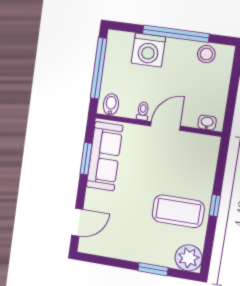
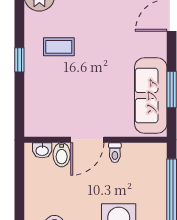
bidet: (111, 104) -> (62, 155), moved
coffee table: (178, 211) -> (59, 47), width x0.54, depth x0.58

